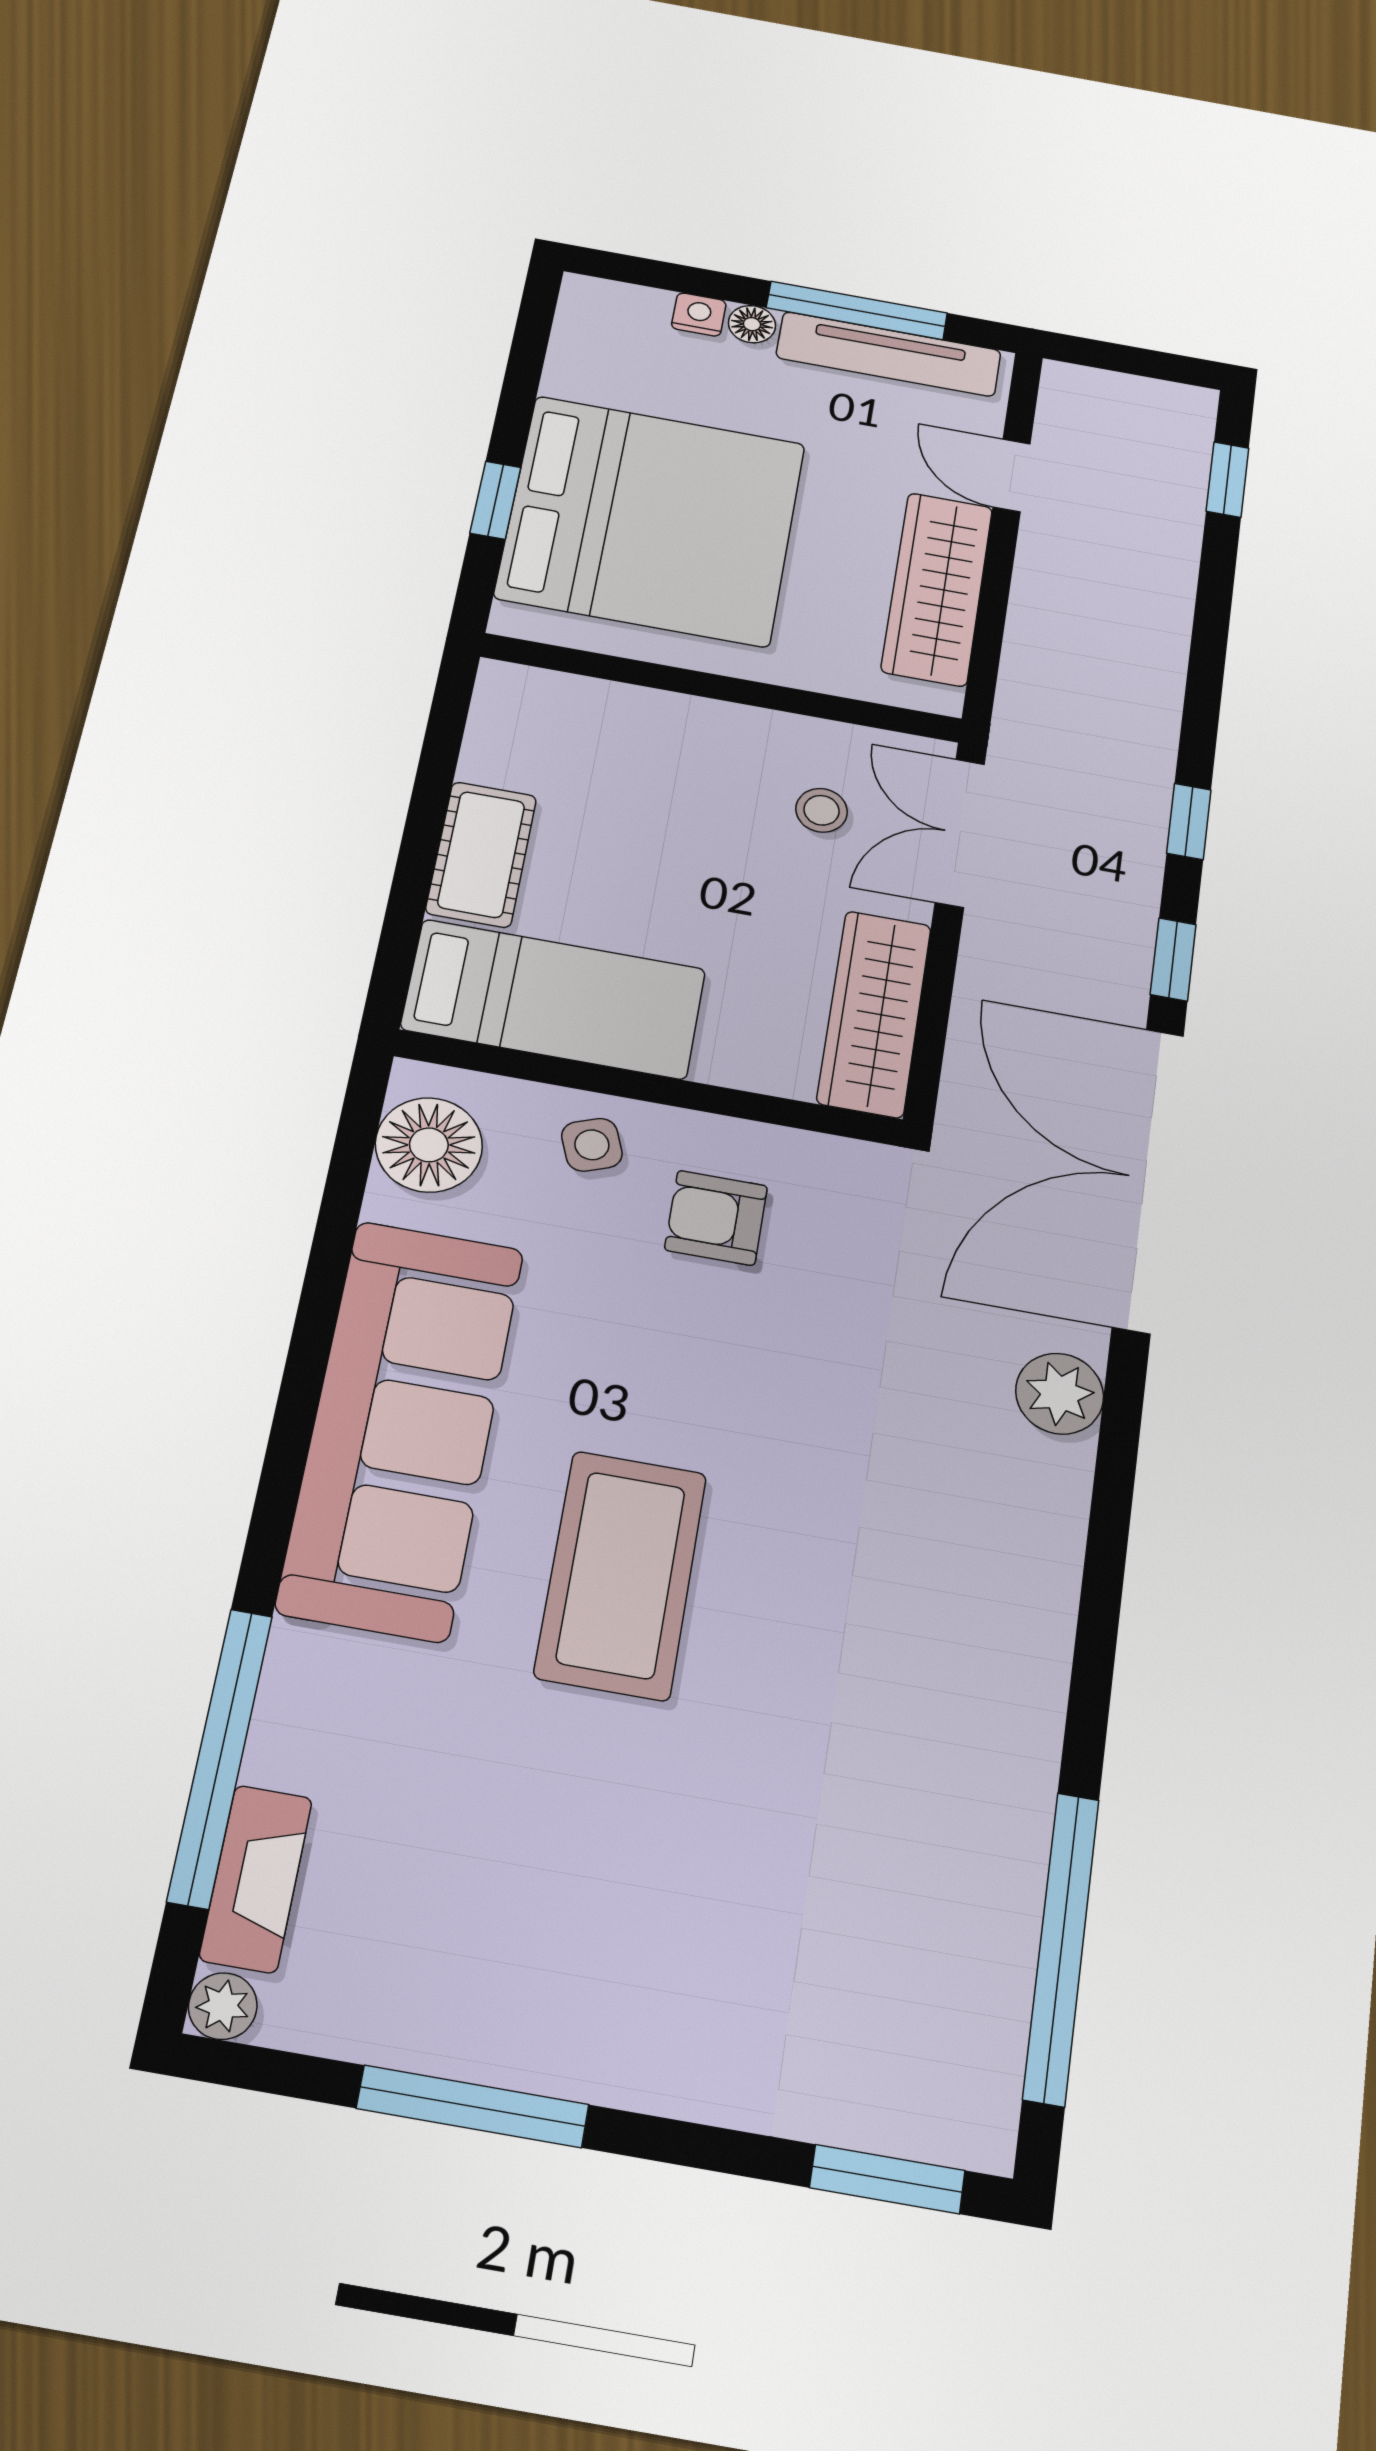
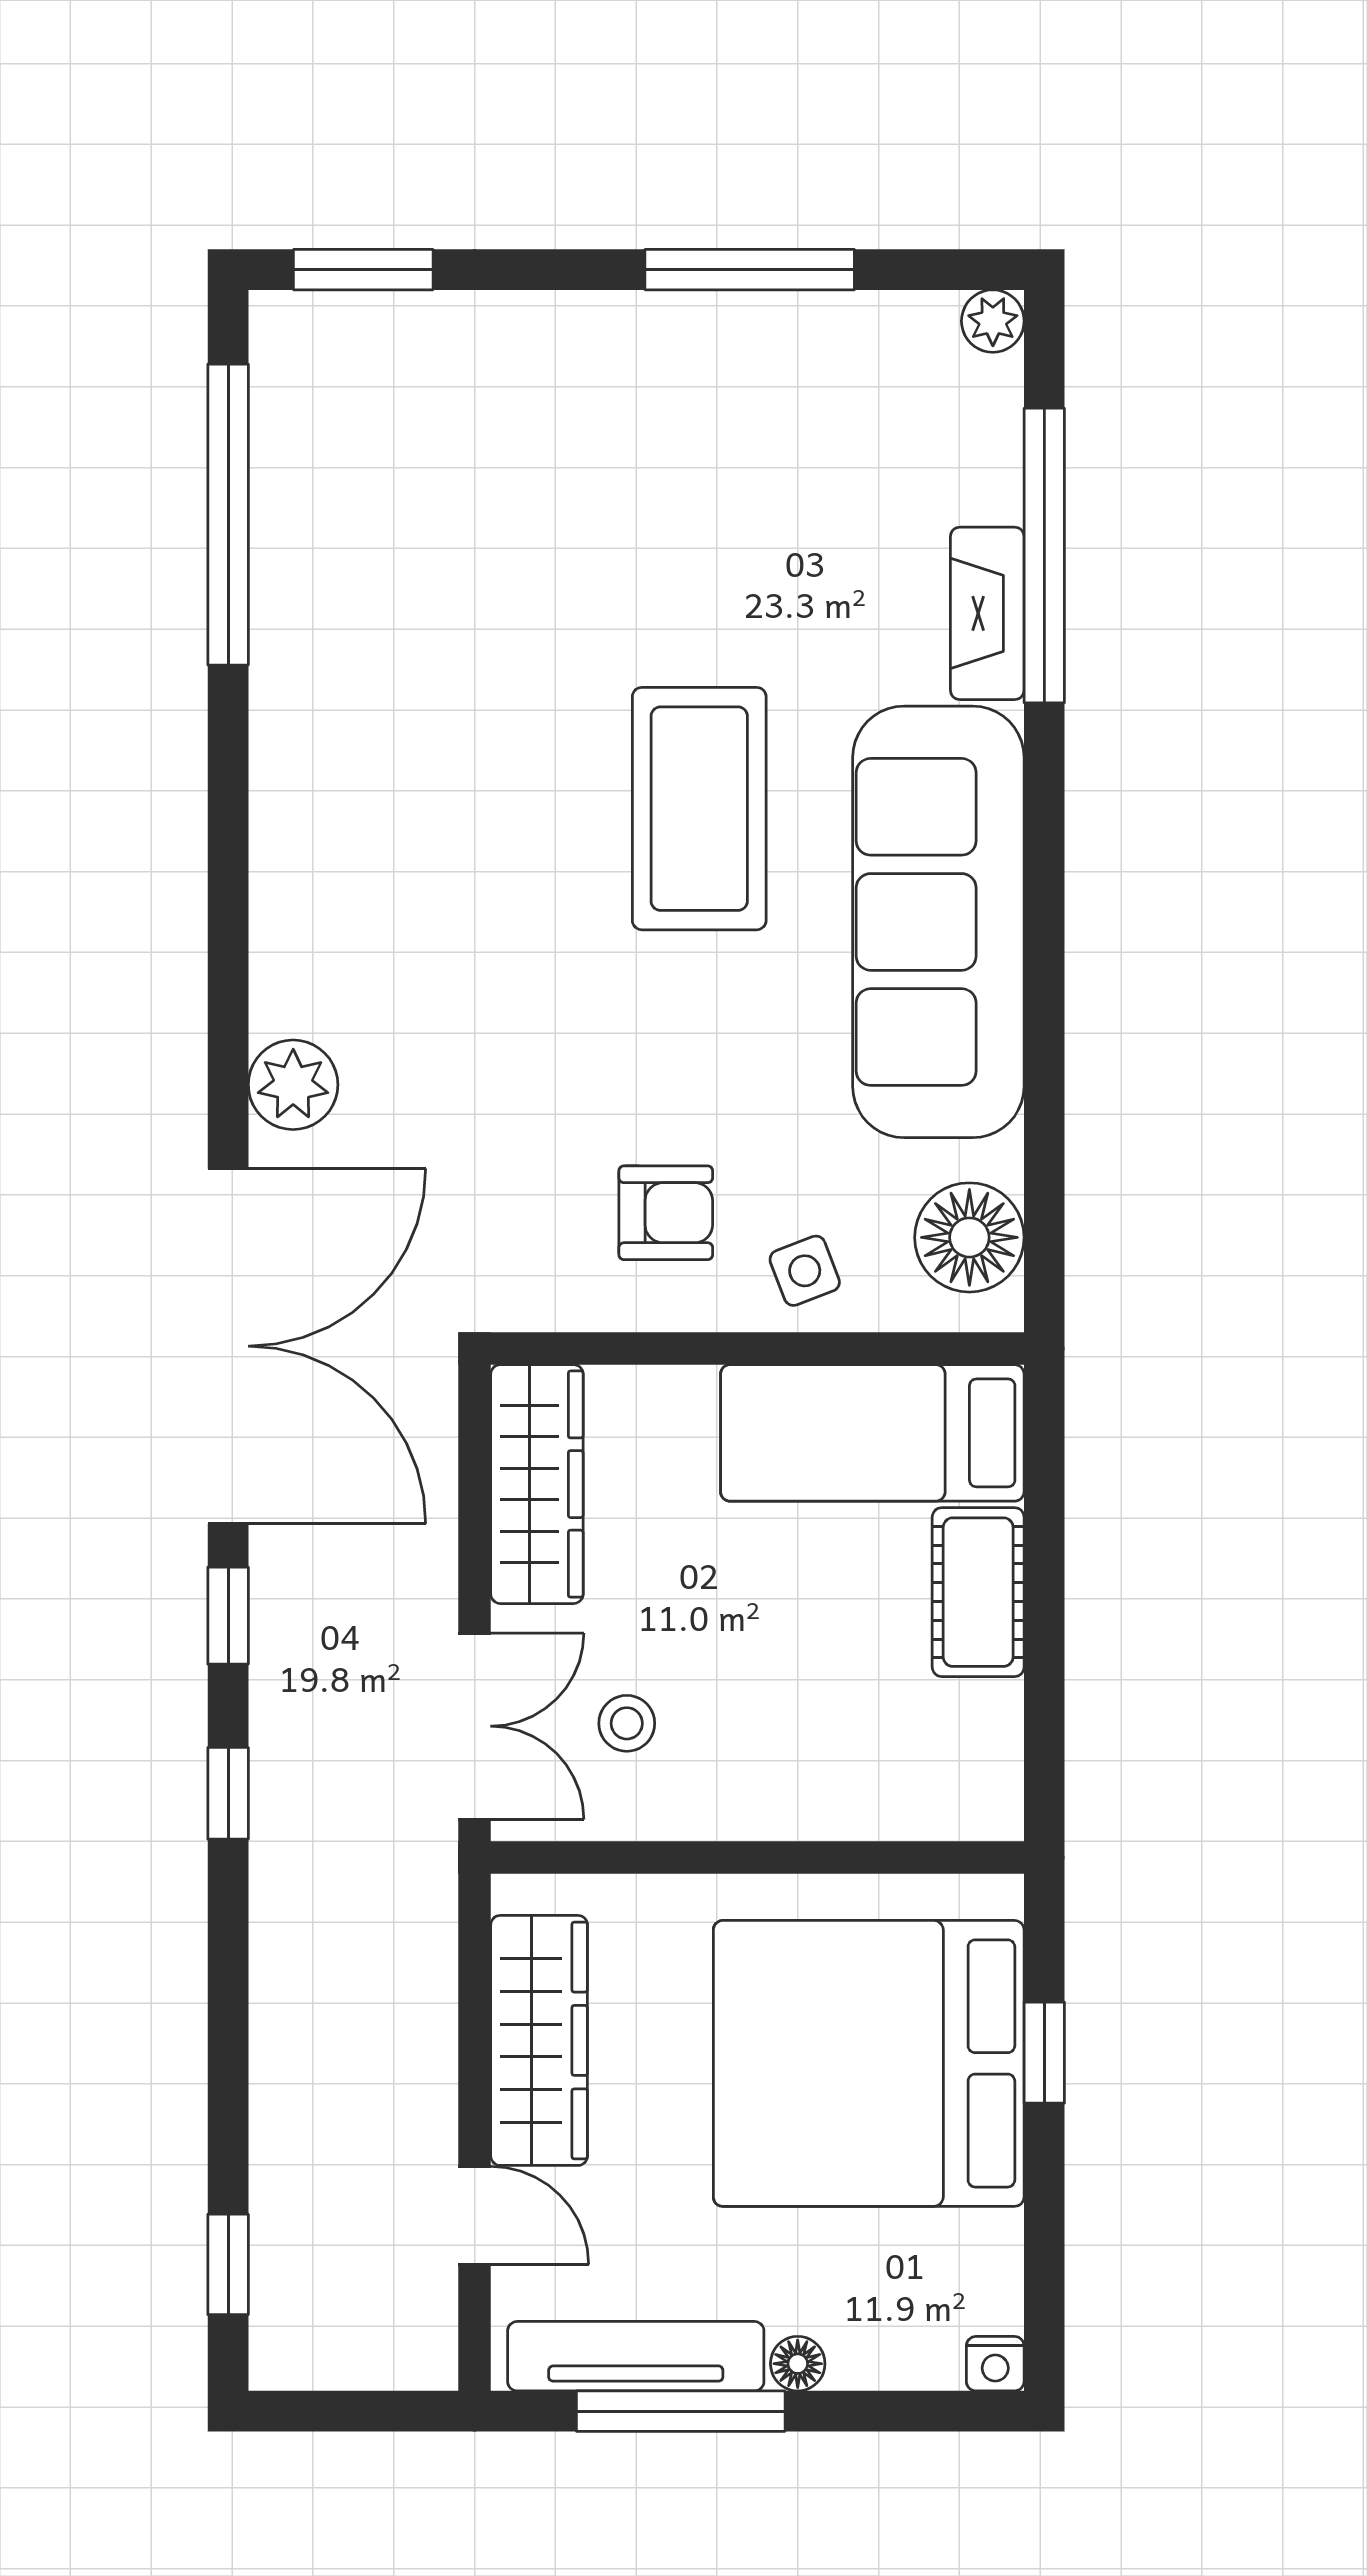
nightstand: (699, 315) -> (995, 2364), moved
fireplace: (256, 1879) -> (987, 613), moved

